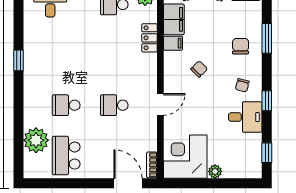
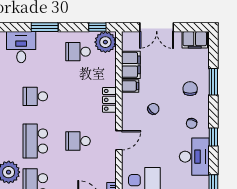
locker: (149, 38) -> (109, 100), moved
school desk: (66, 55) -> (35, 96), added
school desk: (66, 105) -> (35, 141), width x1.85
desk: (245, 117) -> (194, 157), width x1.37

